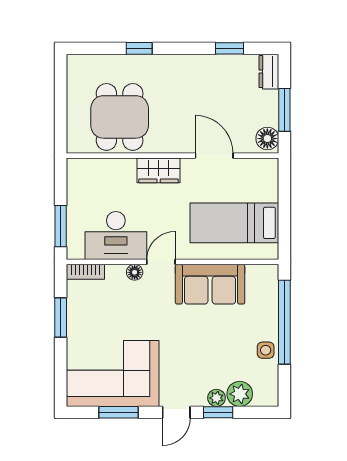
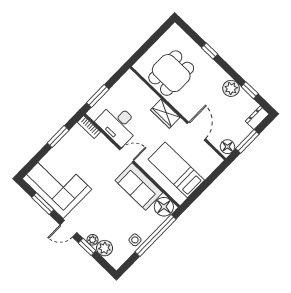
plant: (206, 67) -> (231, 88), added
floor lamp: (135, 272) -> (164, 207), moved, width x1.89, depth x1.89

